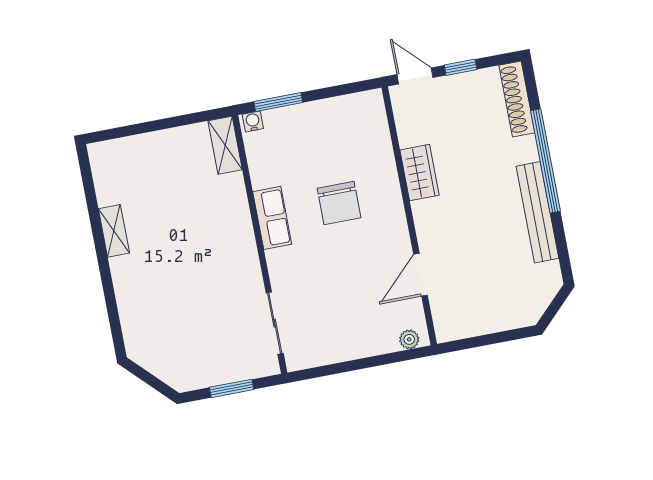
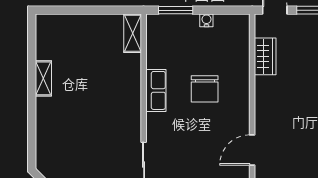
water cooler: (253, 121) -> (206, 20), moved
wardrobe: (420, 173) -> (265, 56), moved

